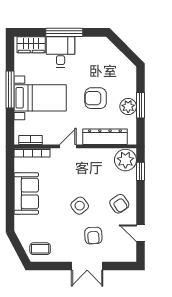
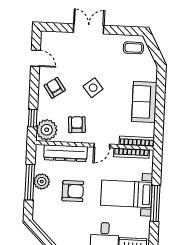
window: (141, 105) -> (30, 182), width x1.44
bookcase: (30, 140) -> (131, 153), width x1.56
armchair: (93, 236) -> (77, 125), moved

